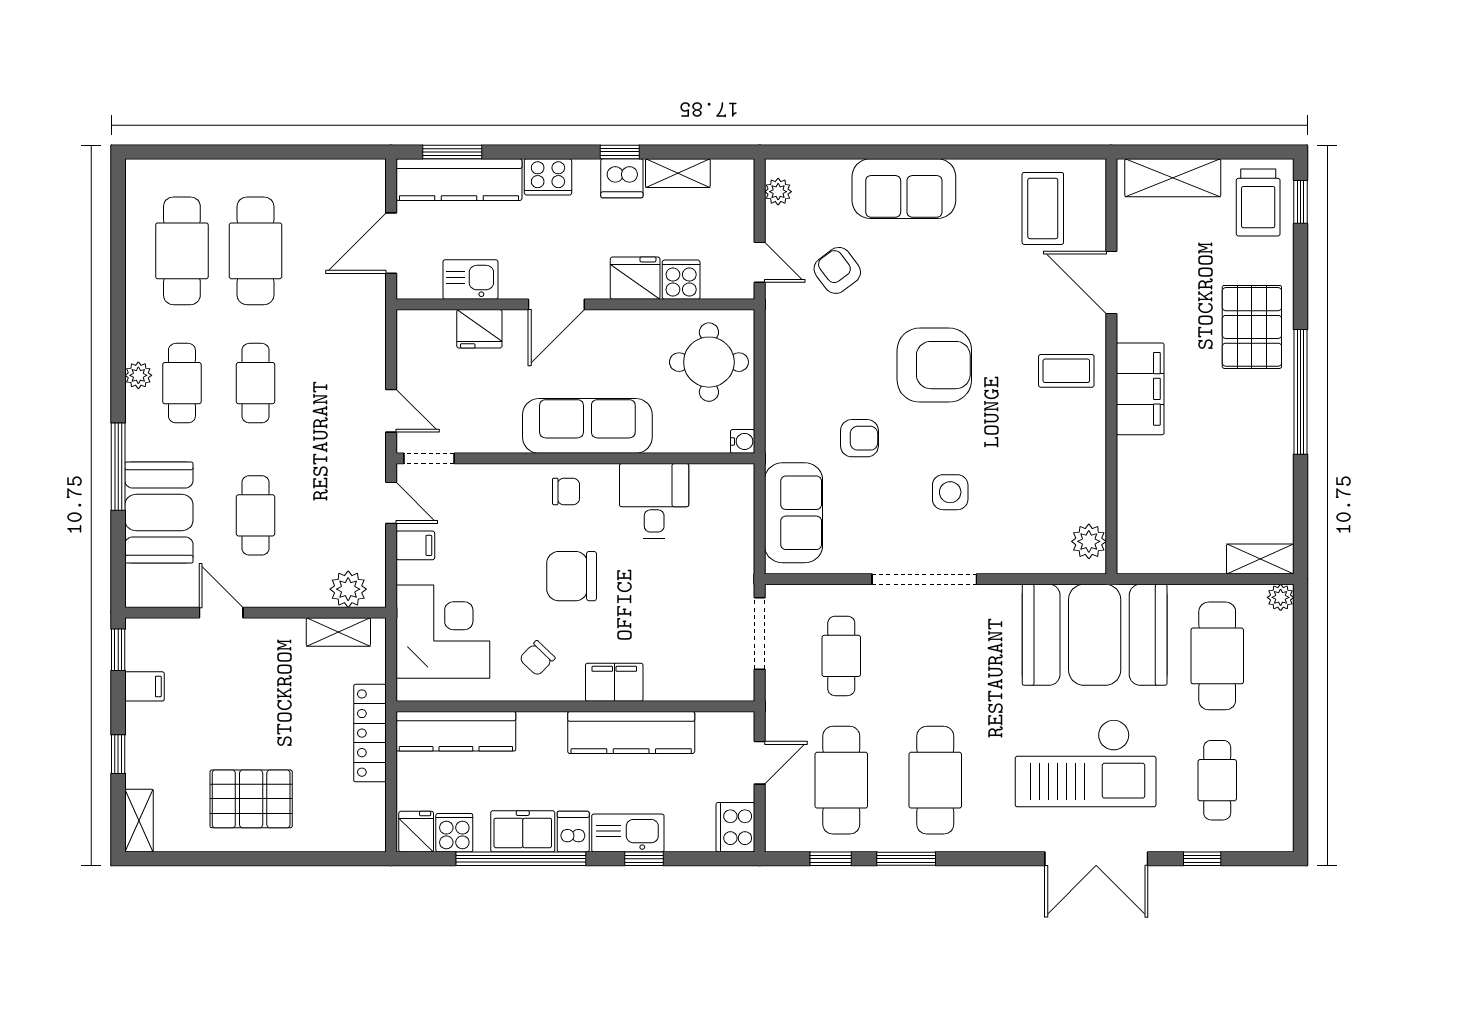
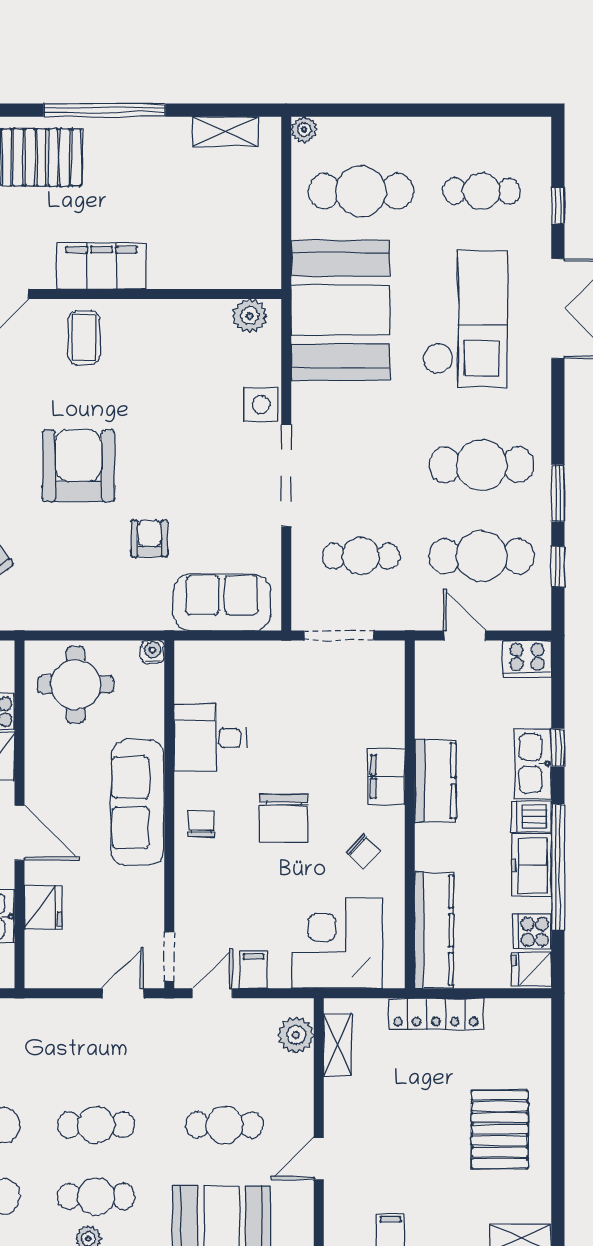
side table: (950, 492) -> (261, 405), moved
shelving: (1260, 559) -> (225, 131), moved, turned 90
kitchen counter: (631, 732) -> (435, 781), width x0.67

